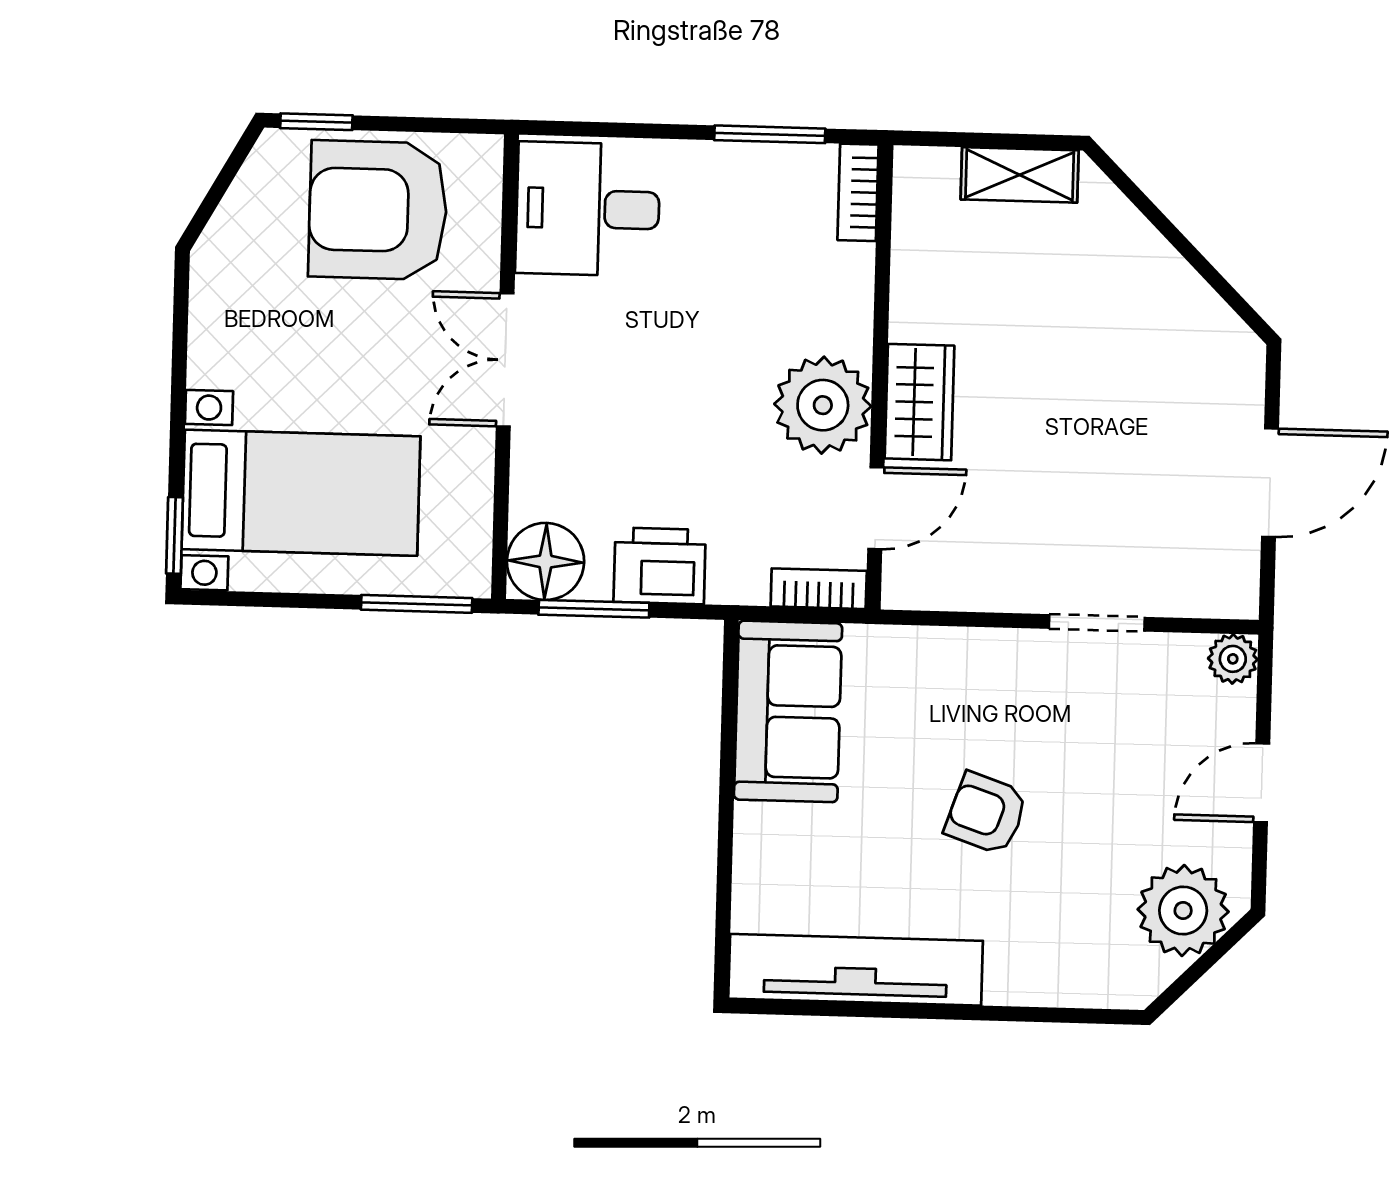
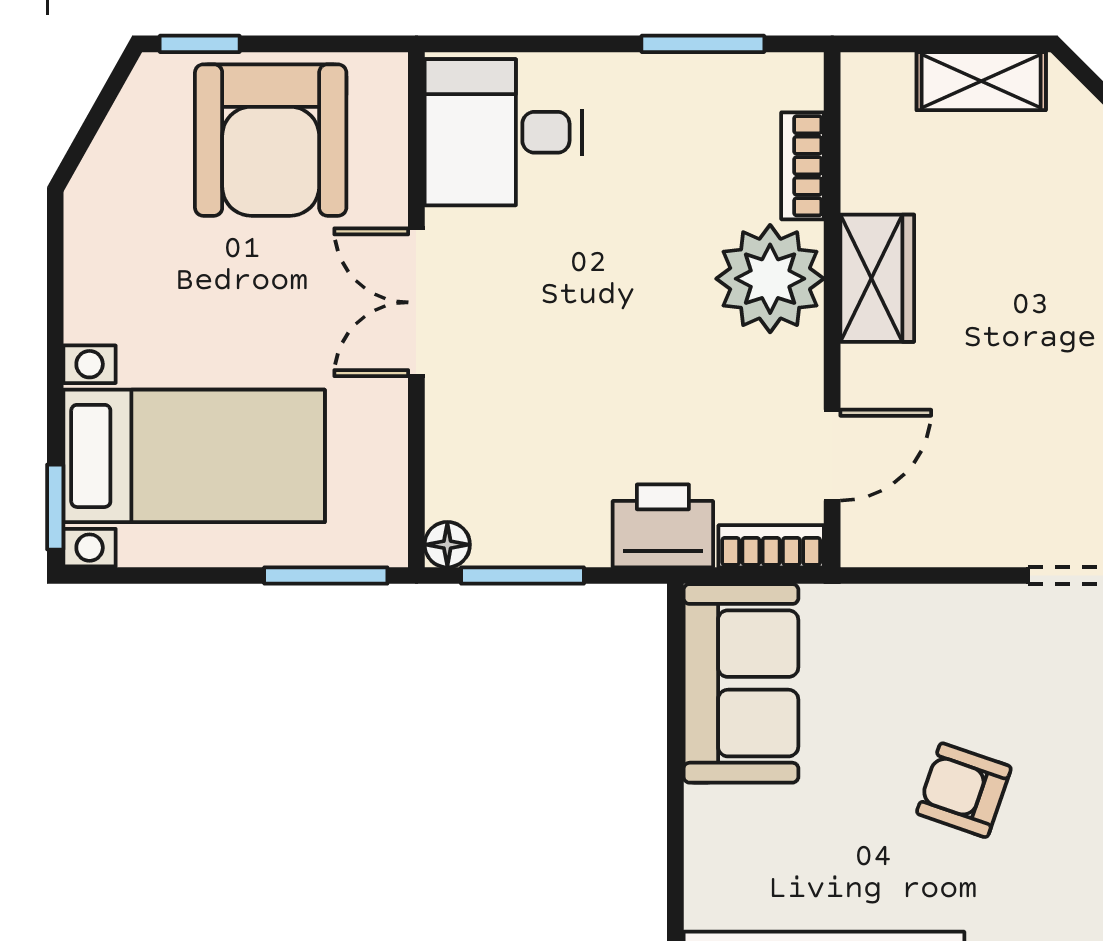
bookcase: (858, 192) -> (803, 166), moved
armchair: (378, 210) -> (271, 140), turned -90
wardrobe: (920, 402) -> (877, 278), moved
plant: (823, 405) -> (770, 279), moved
floor lamp: (545, 561) -> (447, 545), width x0.53, depth x0.53
printer: (660, 566) -> (663, 526), moved

